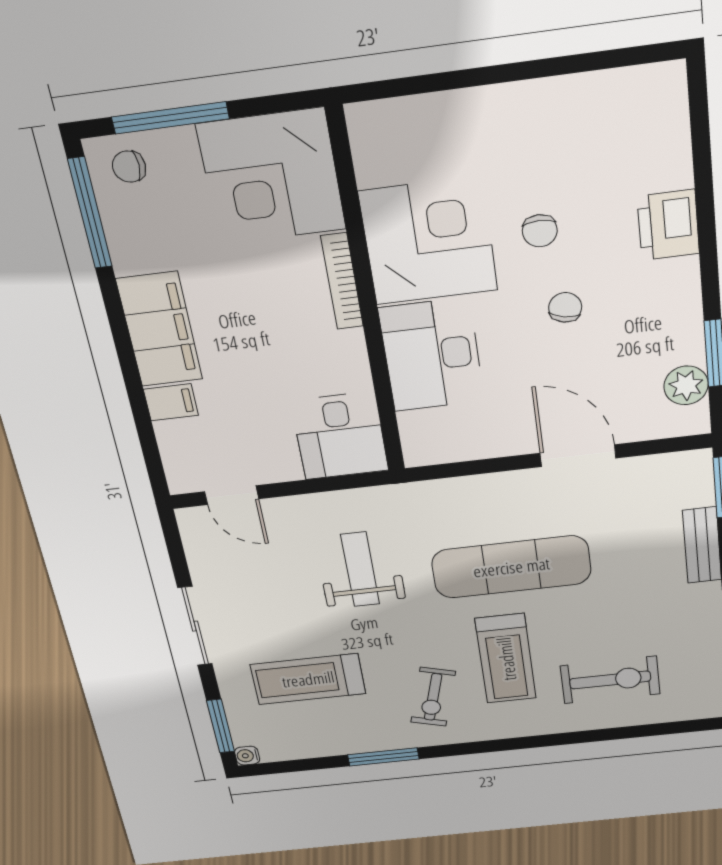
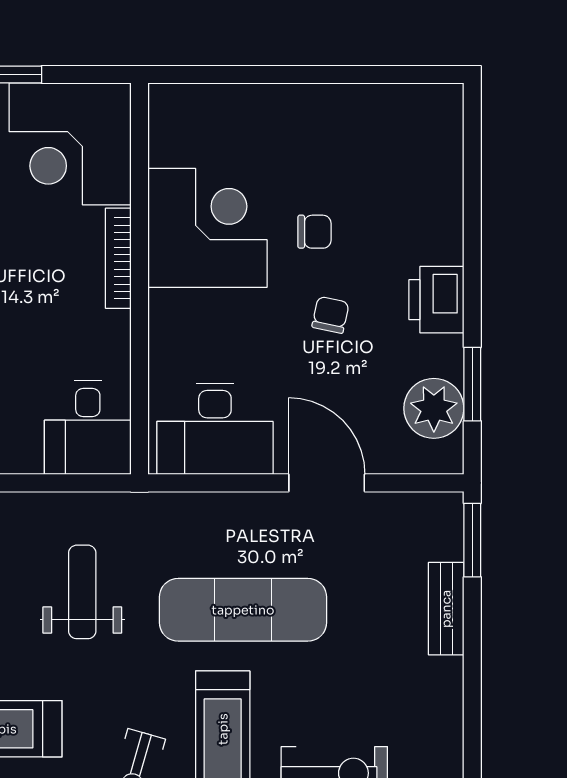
printer: (668, 225) -> (436, 300), moved
chair: (540, 231) -> (314, 232), turned -90
desk: (432, 355) -> (215, 429), moved, turned -90
plant: (686, 385) -> (434, 408), width x1.36, depth x1.36

